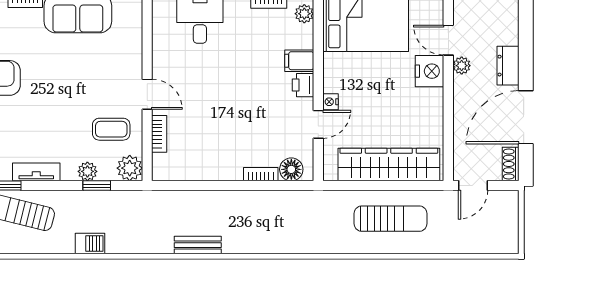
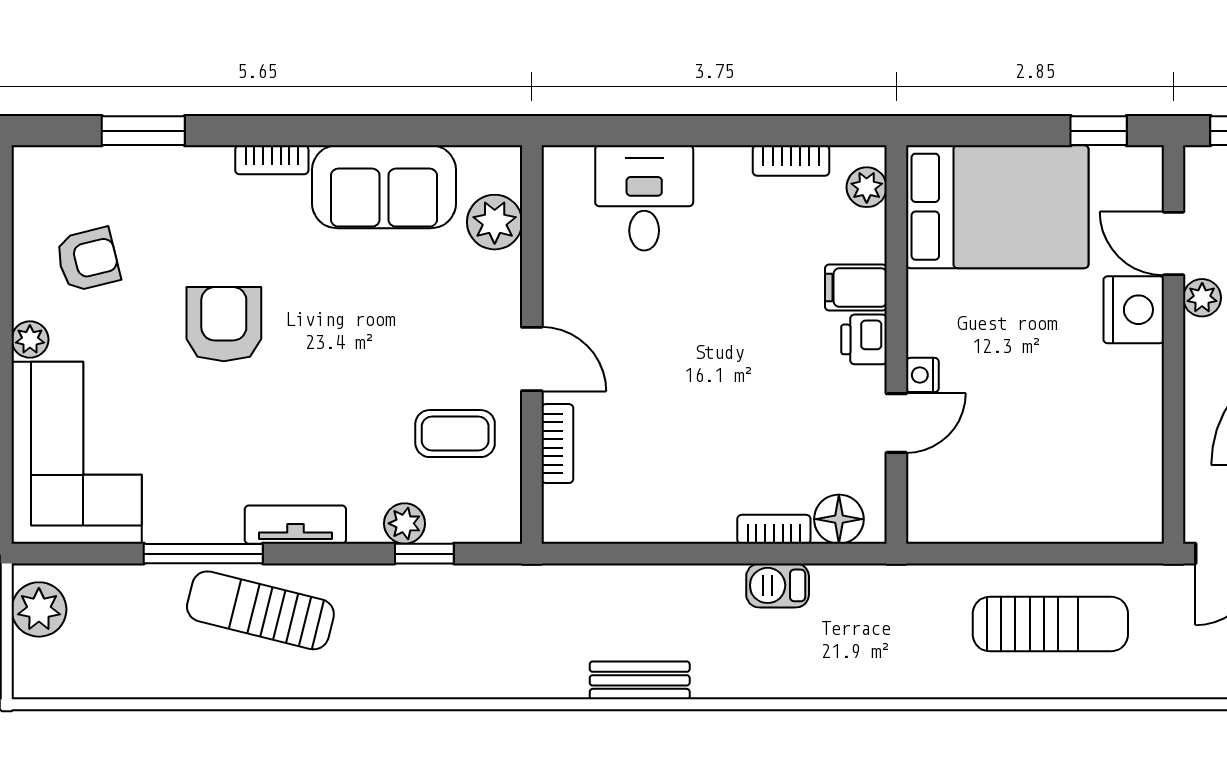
wardrobe: (389, 165) -> (1047, 509), removed
plant: (130, 168) -> (495, 222), moved
barbecue: (90, 244) -> (778, 585), moved, turned 180

